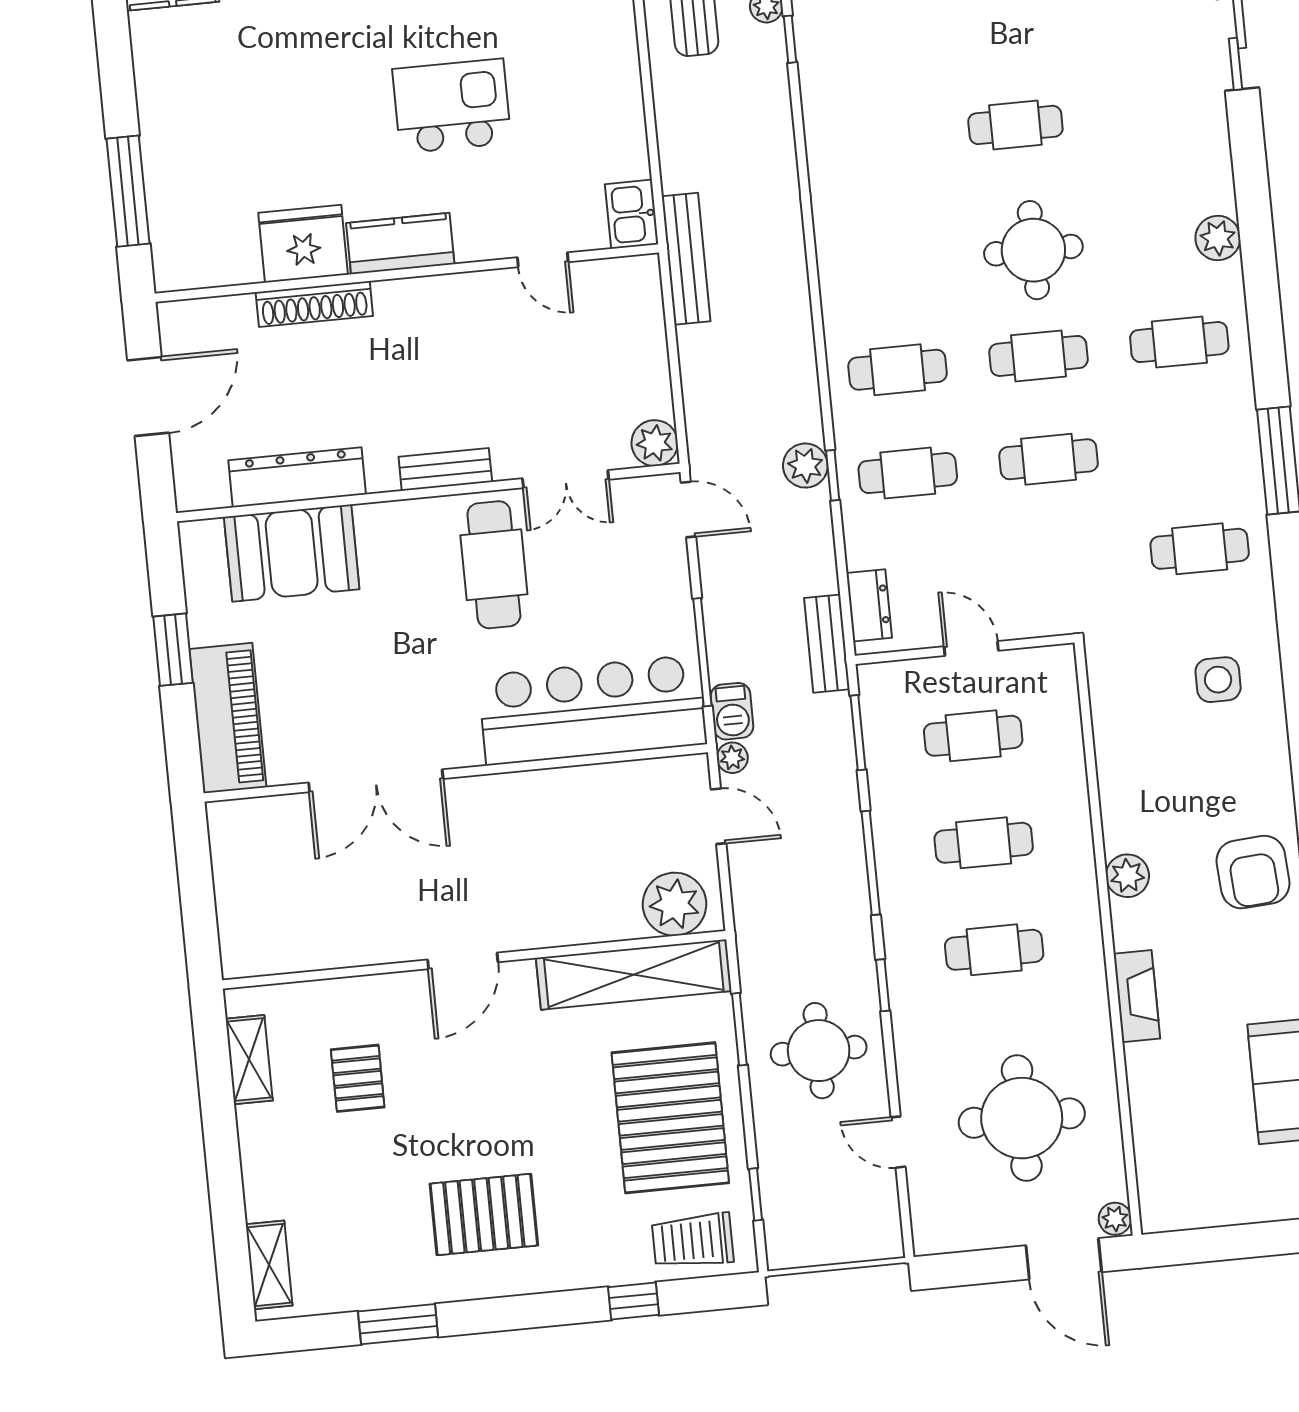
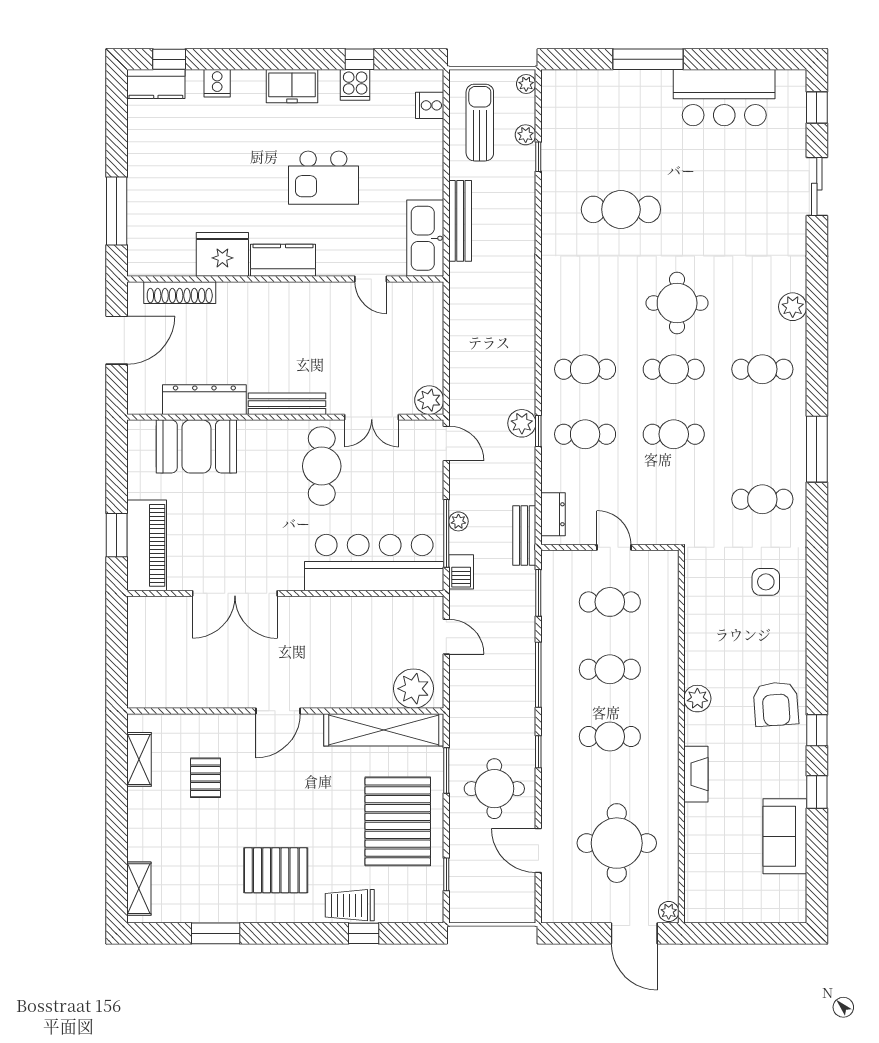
kitchen island: (452, 106) -> (323, 178), turned 180
cafe table: (1015, 125) -> (621, 209), moved, width x1.37, depth x1.35
kitchen sink: (632, 214) -> (425, 238), width x1.88, depth x1.24
bench: (686, 259) -> (460, 221), moved
shoe rack: (314, 304) -> (180, 293), moved
bench: (445, 469) -> (287, 404), width x1.36
window: (173, 650) -> (117, 535), moved
plant: (732, 758) -> (458, 521), moved
door: (898, 1142) -> (538, 850), width x1.38
trolley: (693, 1241) -> (350, 905), moved

